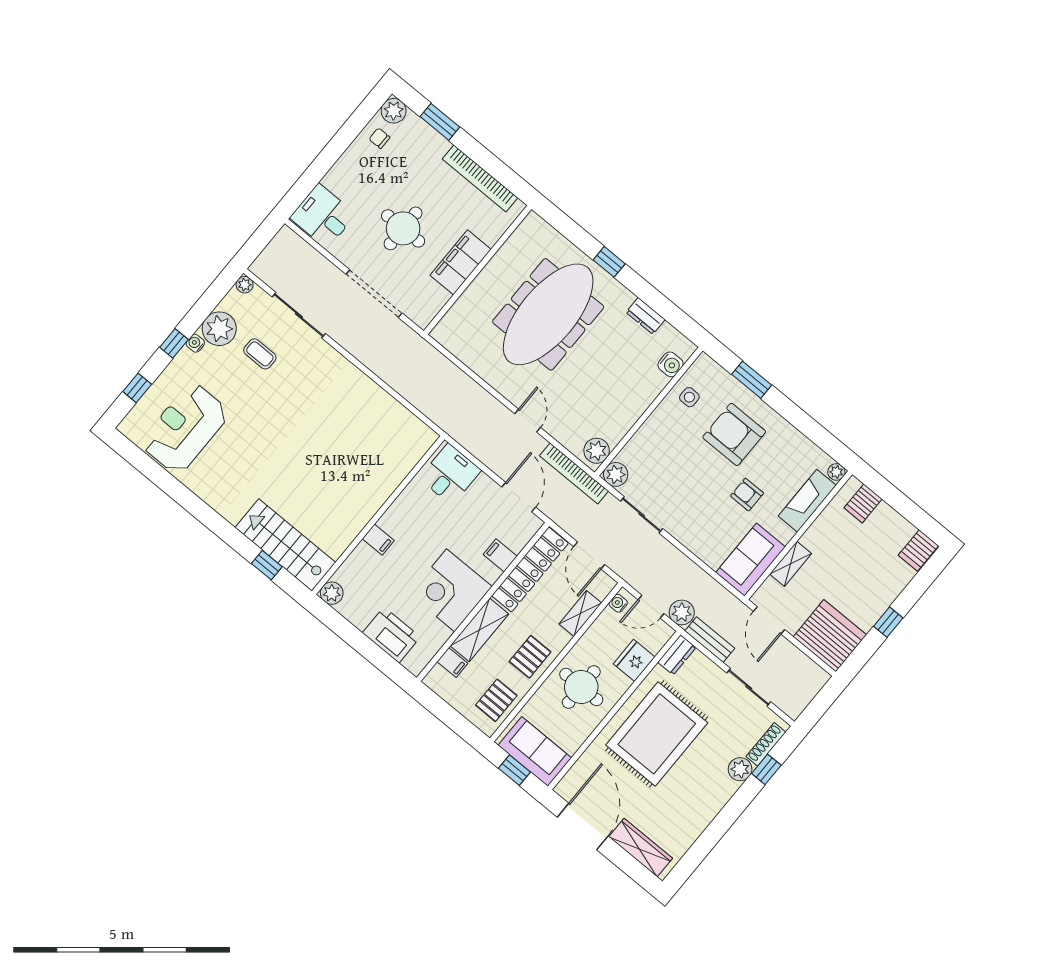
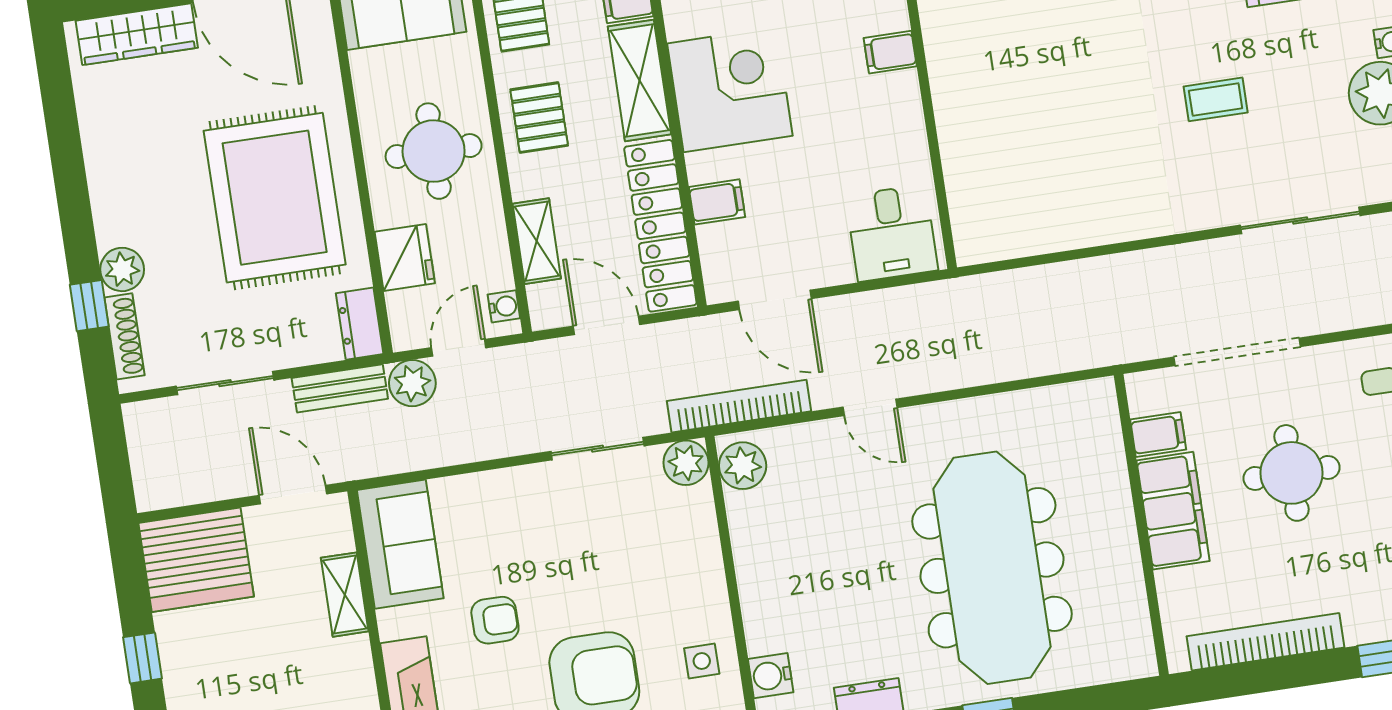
filing cabinet: (435, 296) -> (1158, 435), added
coffee table: (260, 354) -> (1216, 99), moved

